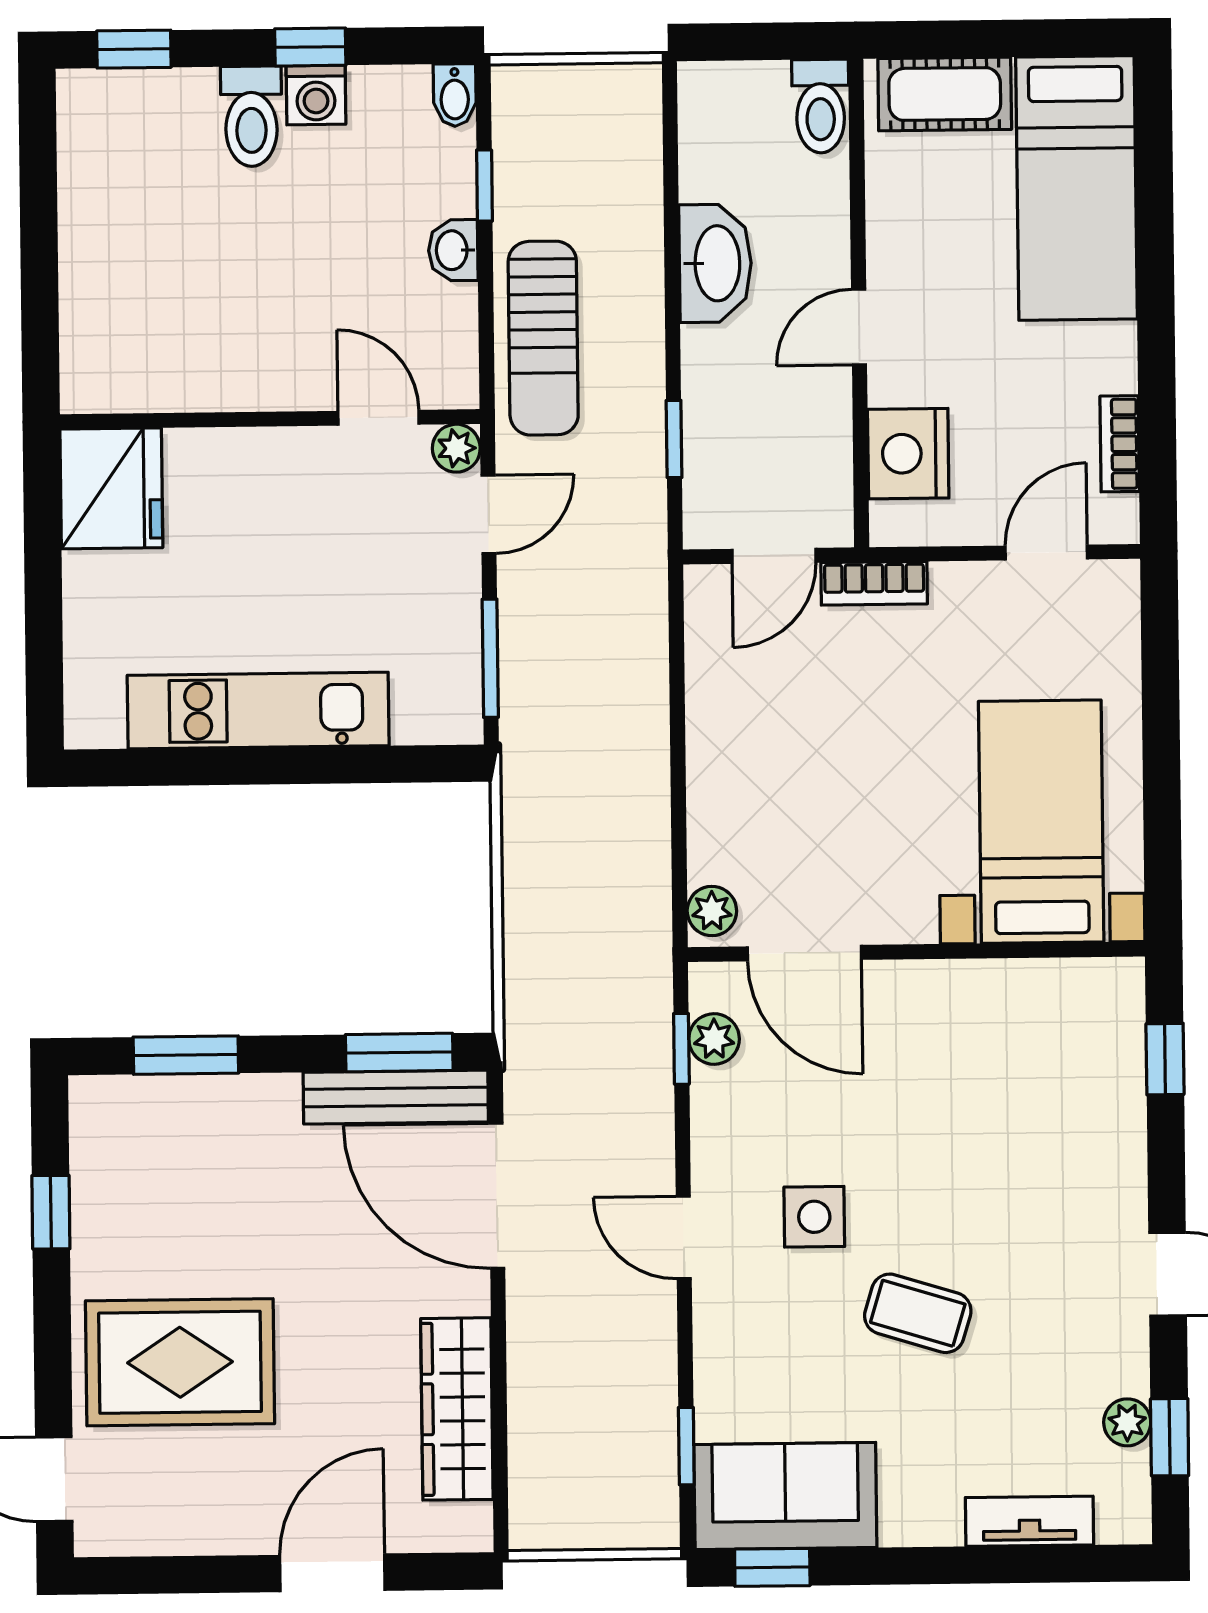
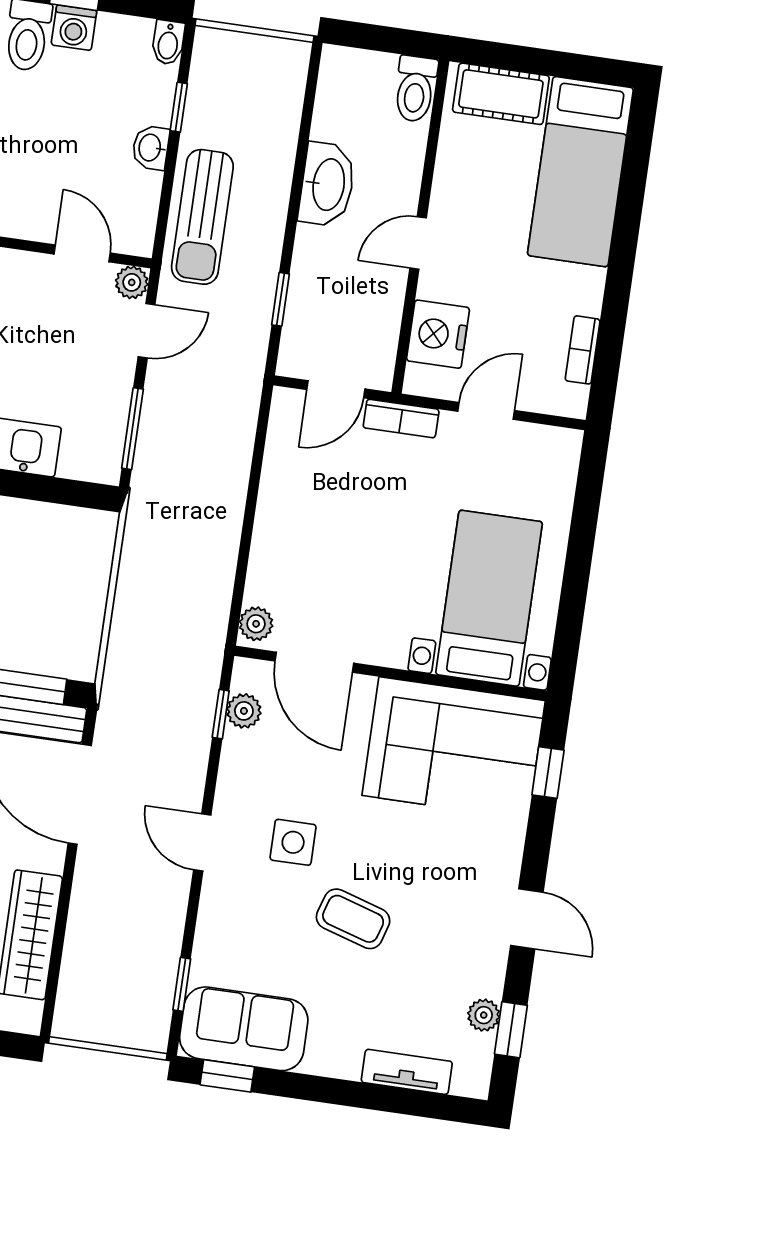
door: (1046, 552) -> (486, 411), moved
corner sofa: (1024, 1045) -> (454, 748), added

